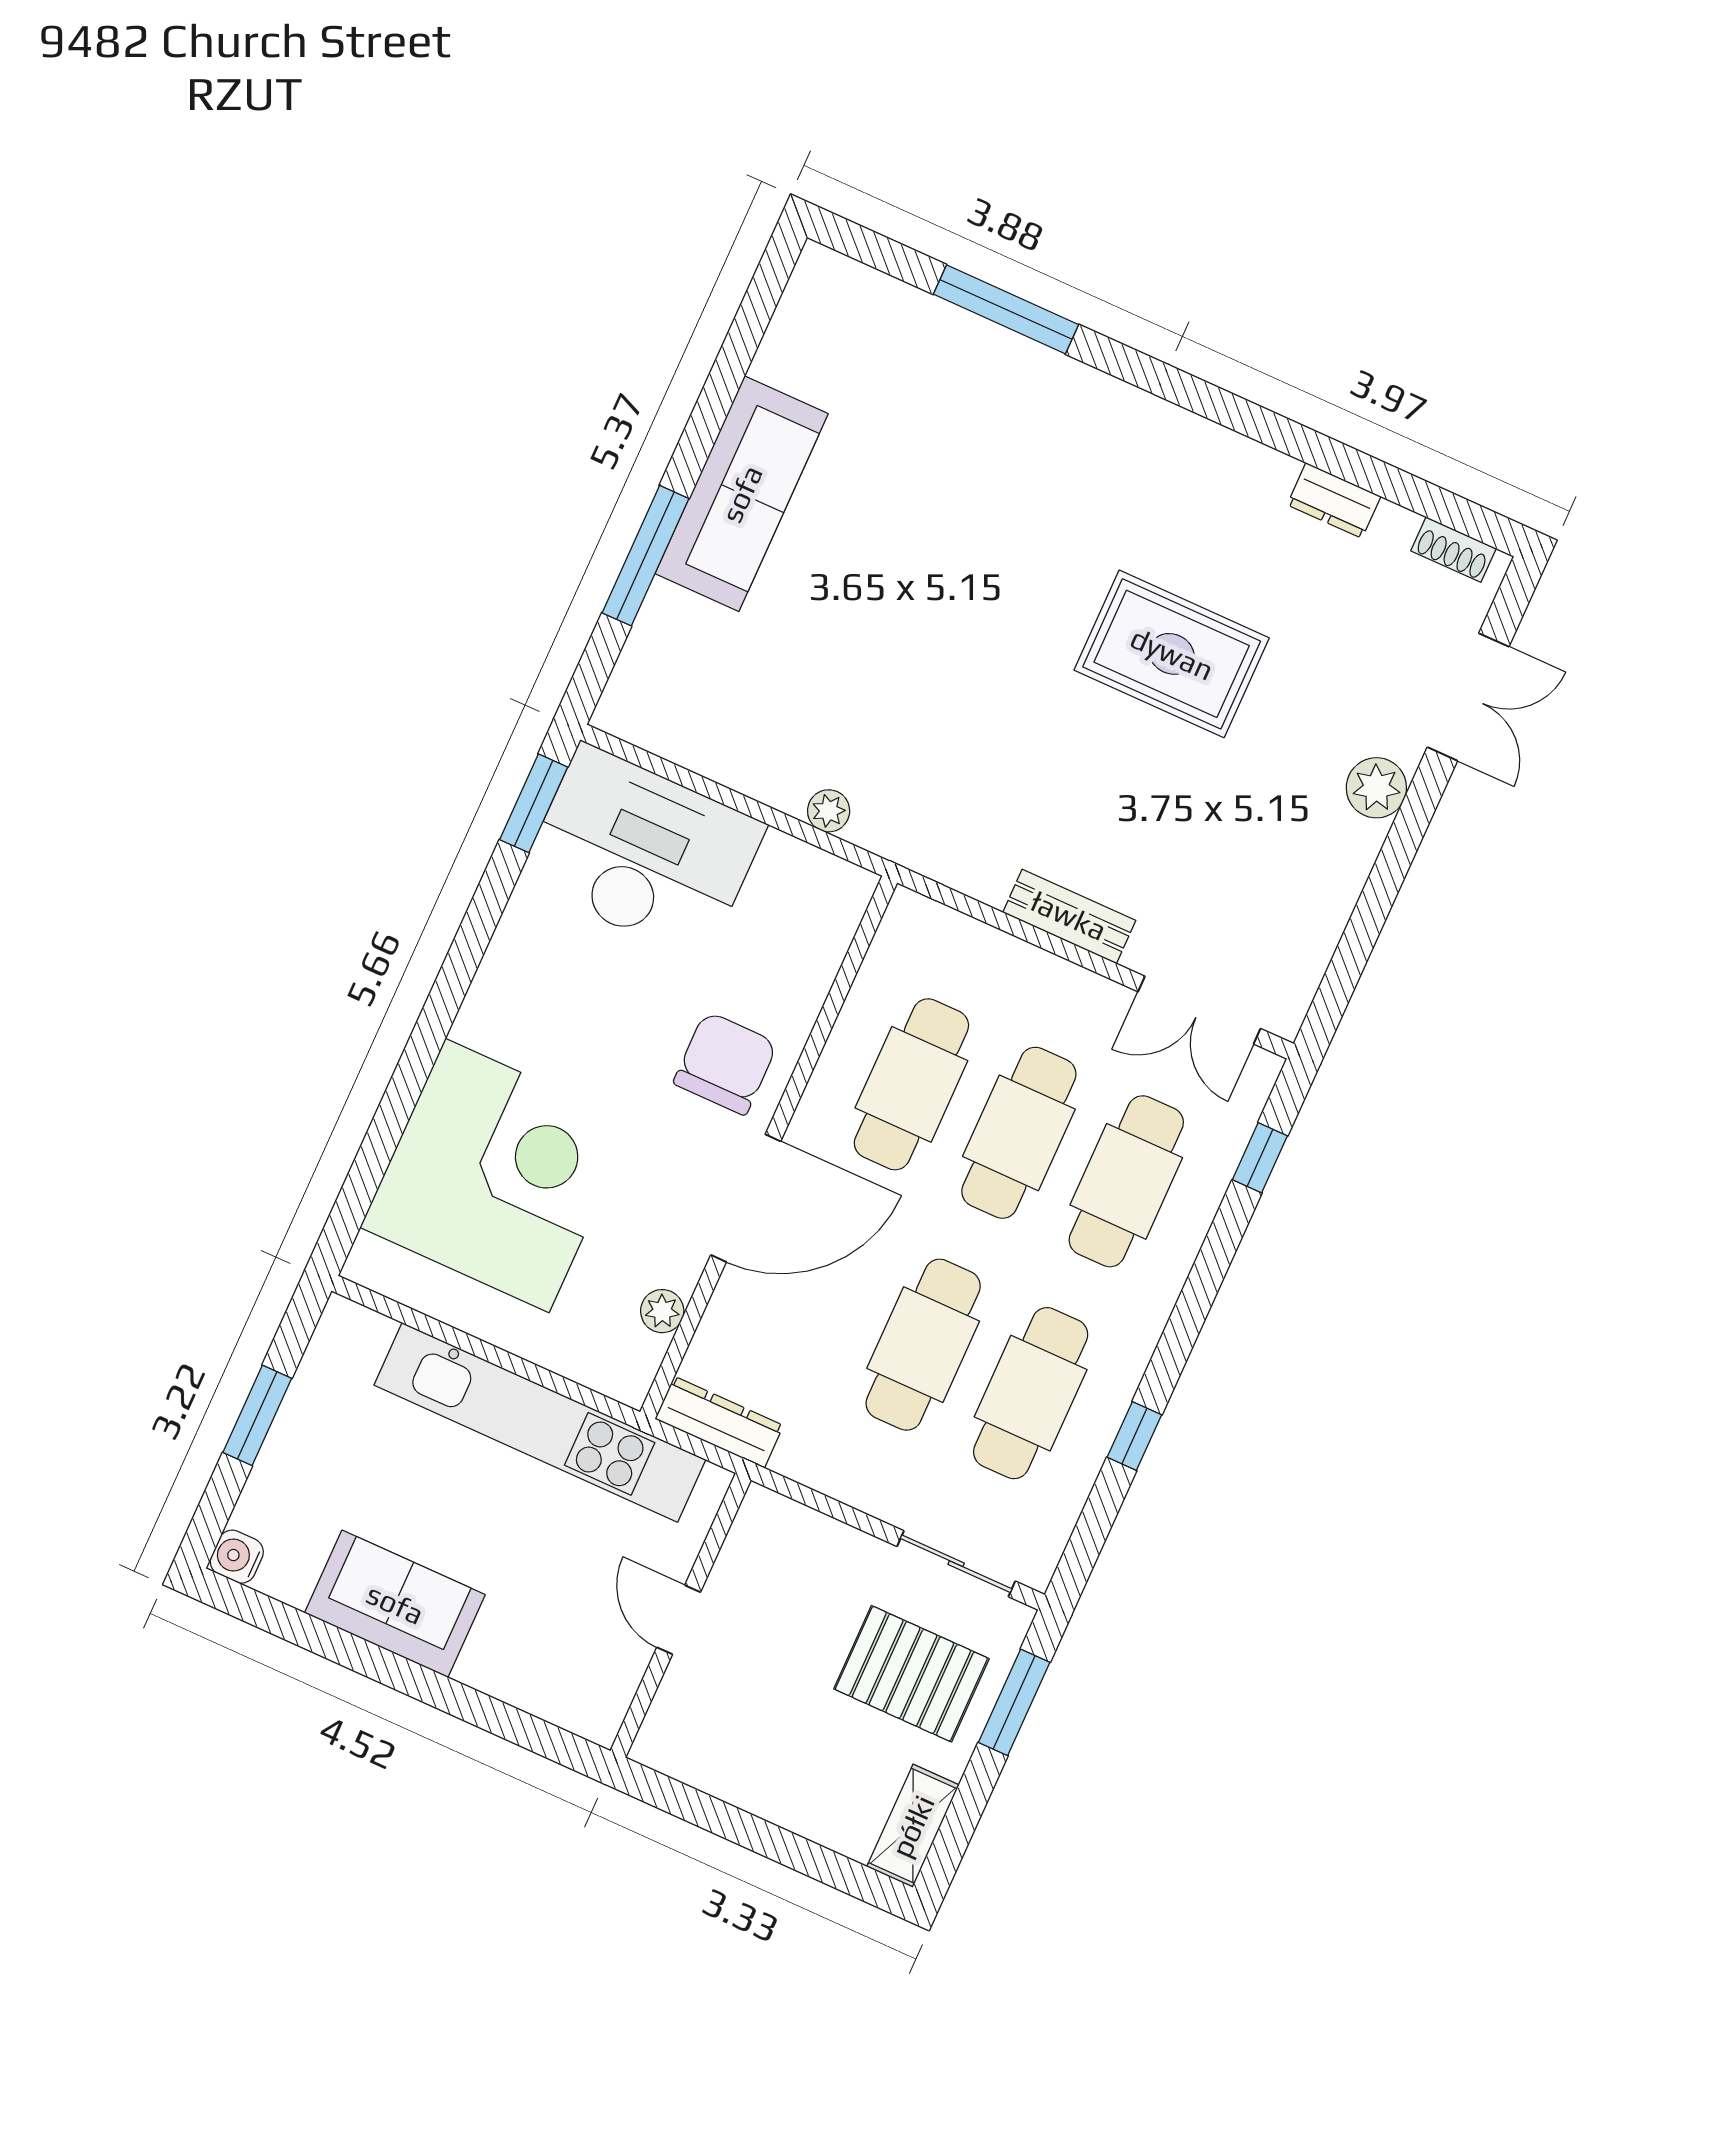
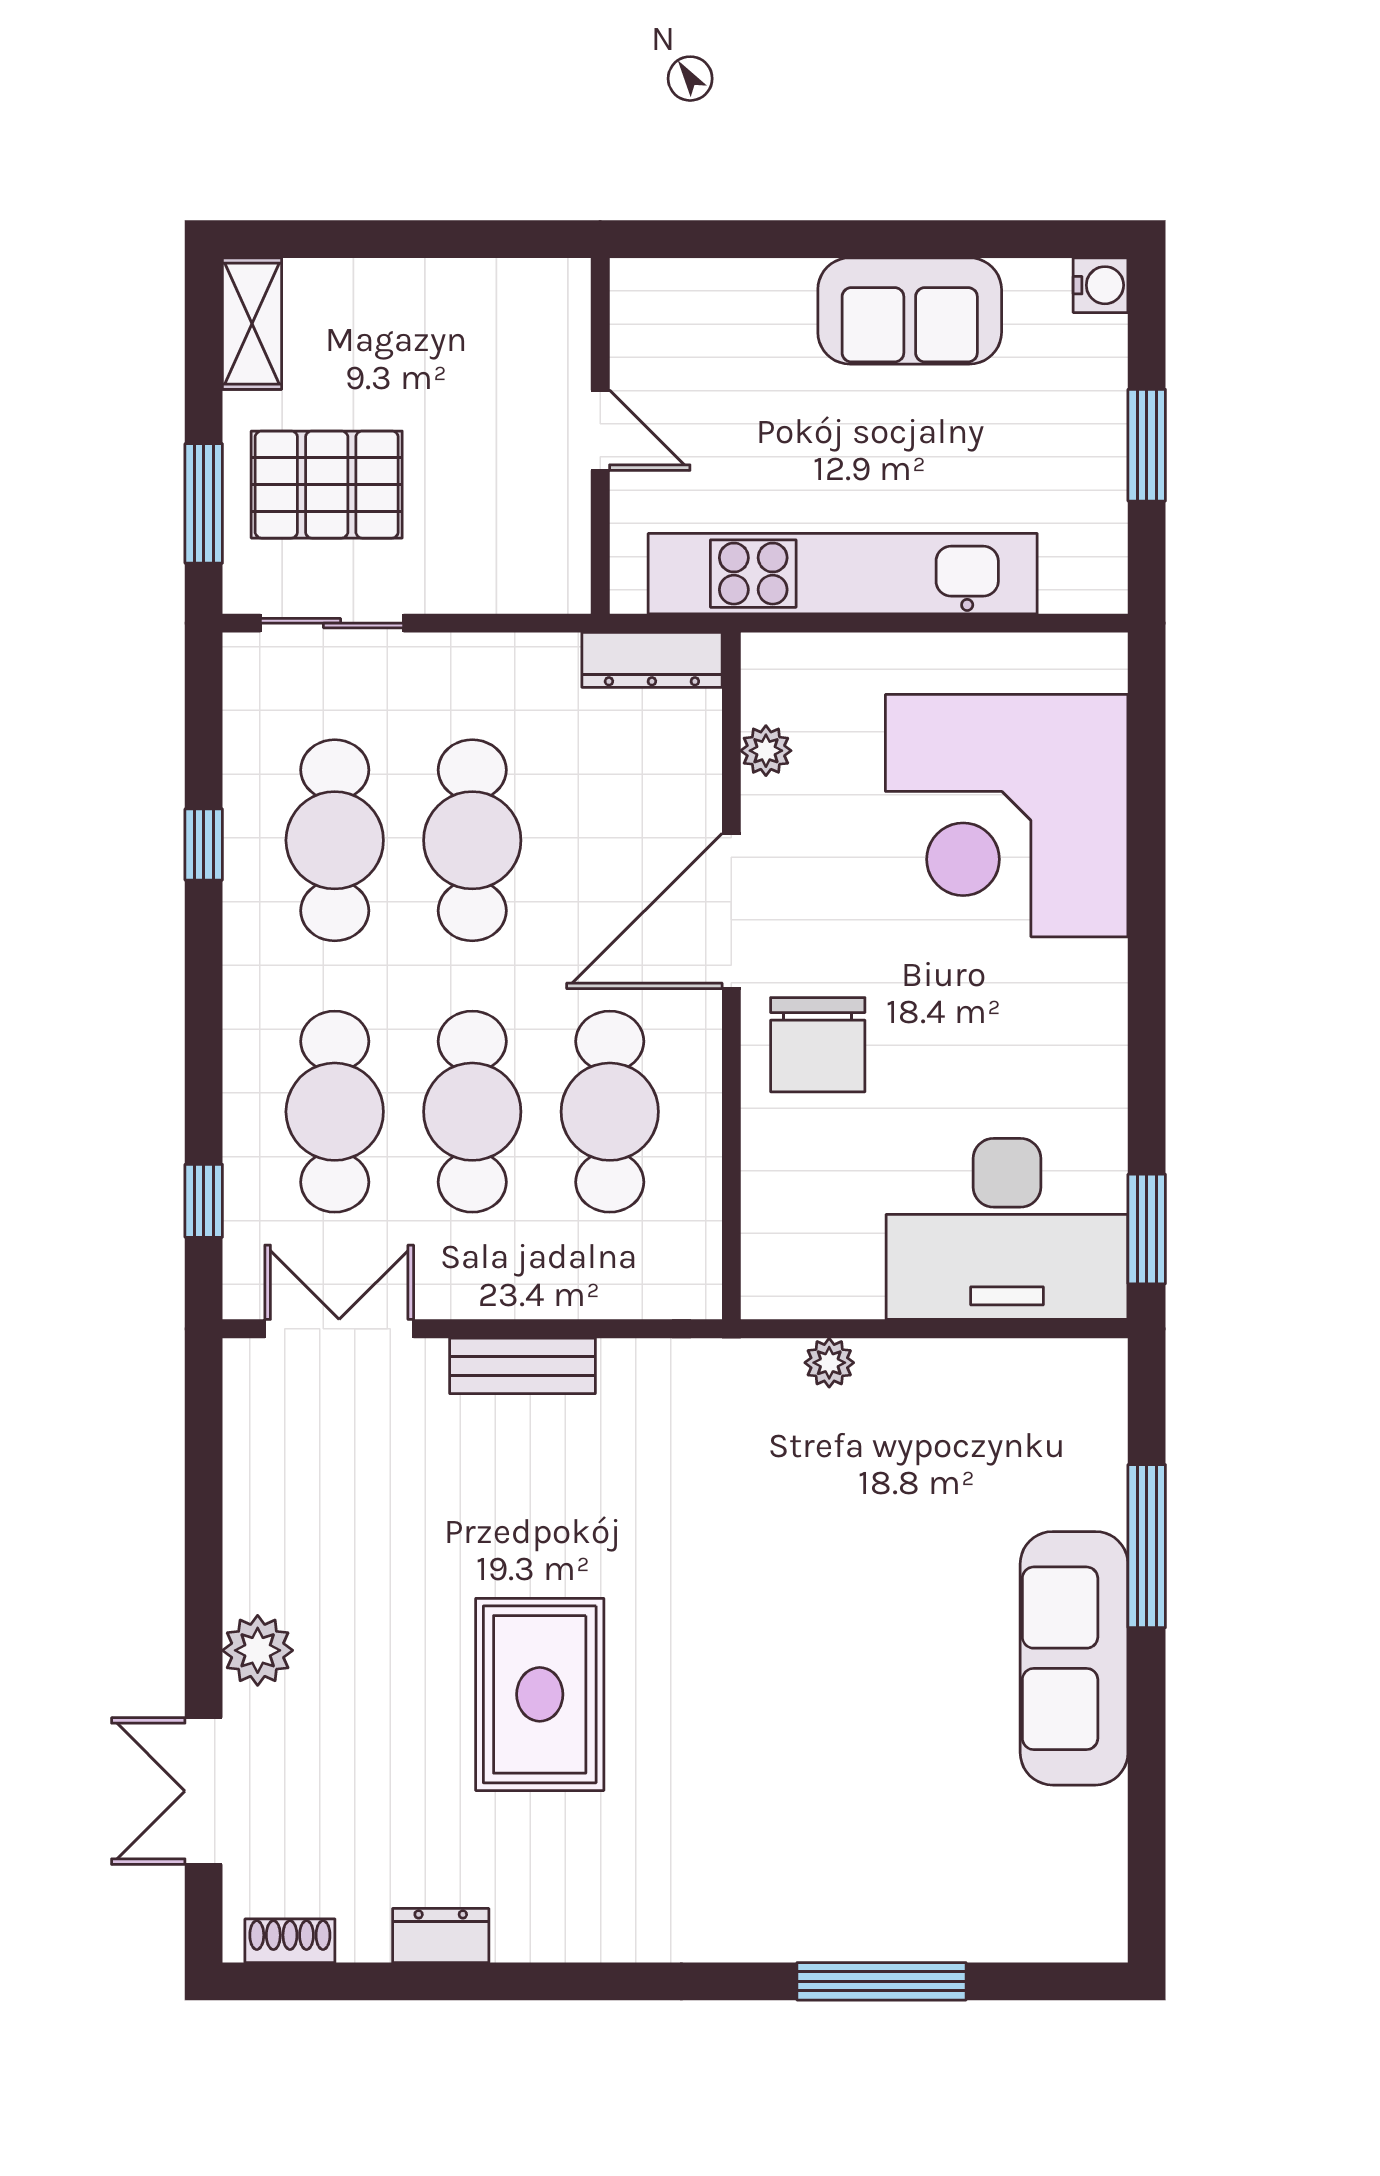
rug: (1172, 654) -> (540, 1694), turned 90

